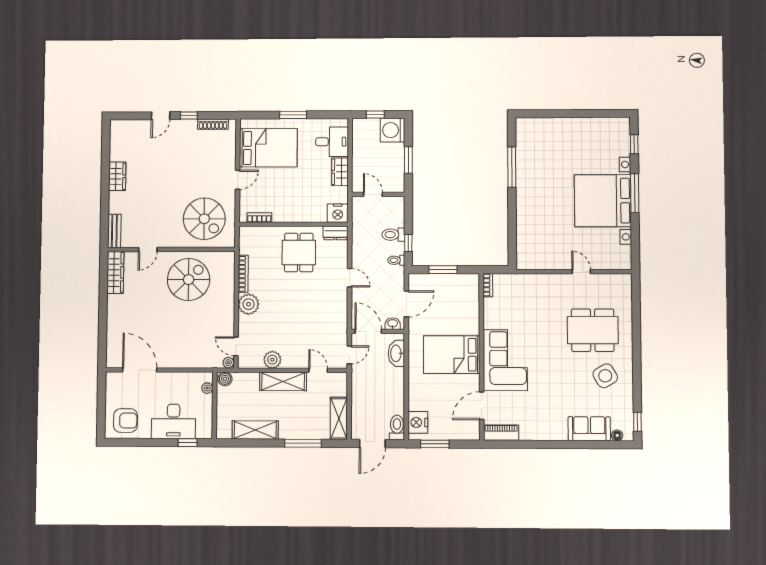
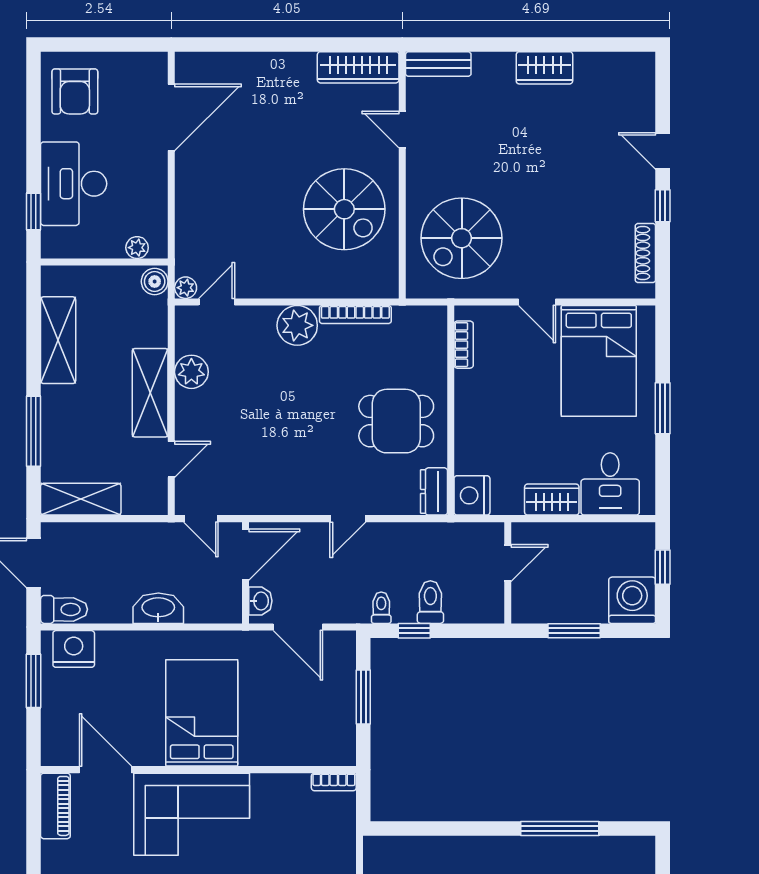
washbasin: (396, 353) -> (158, 608), moved

